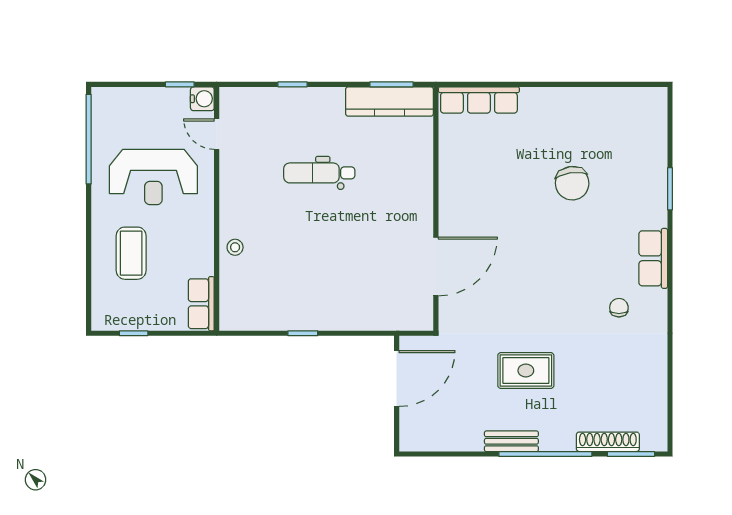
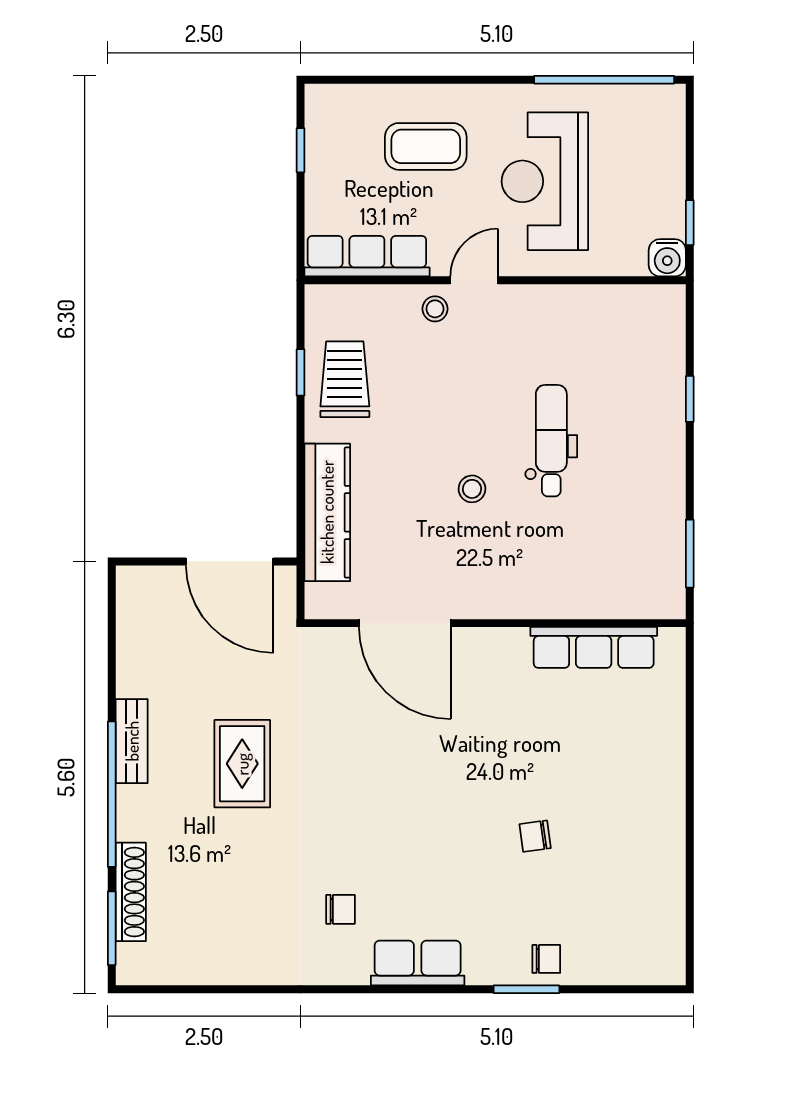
row of seats: (479, 100) -> (594, 647), moved, turned -90
kitchen counter: (390, 102) -> (327, 512), moved, turned 180
door: (217, 134) -> (474, 280), moved
chair: (651, 176) -> (546, 959), added
chair: (572, 183) -> (535, 836), width x0.54, depth x0.54
stool: (350, 224) -> (472, 489), added
row of seats: (201, 304) -> (367, 256), width x1.48
trolley: (280, 305) -> (345, 379), added
window: (303, 333) -> (300, 372), moved

